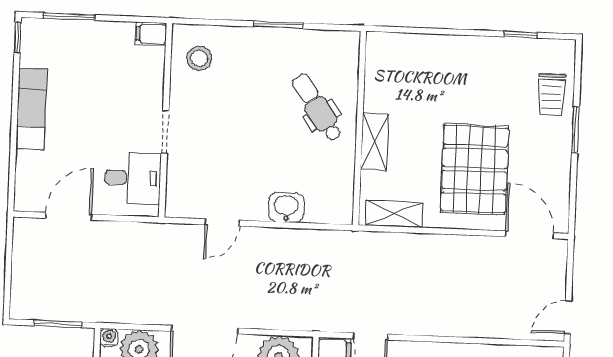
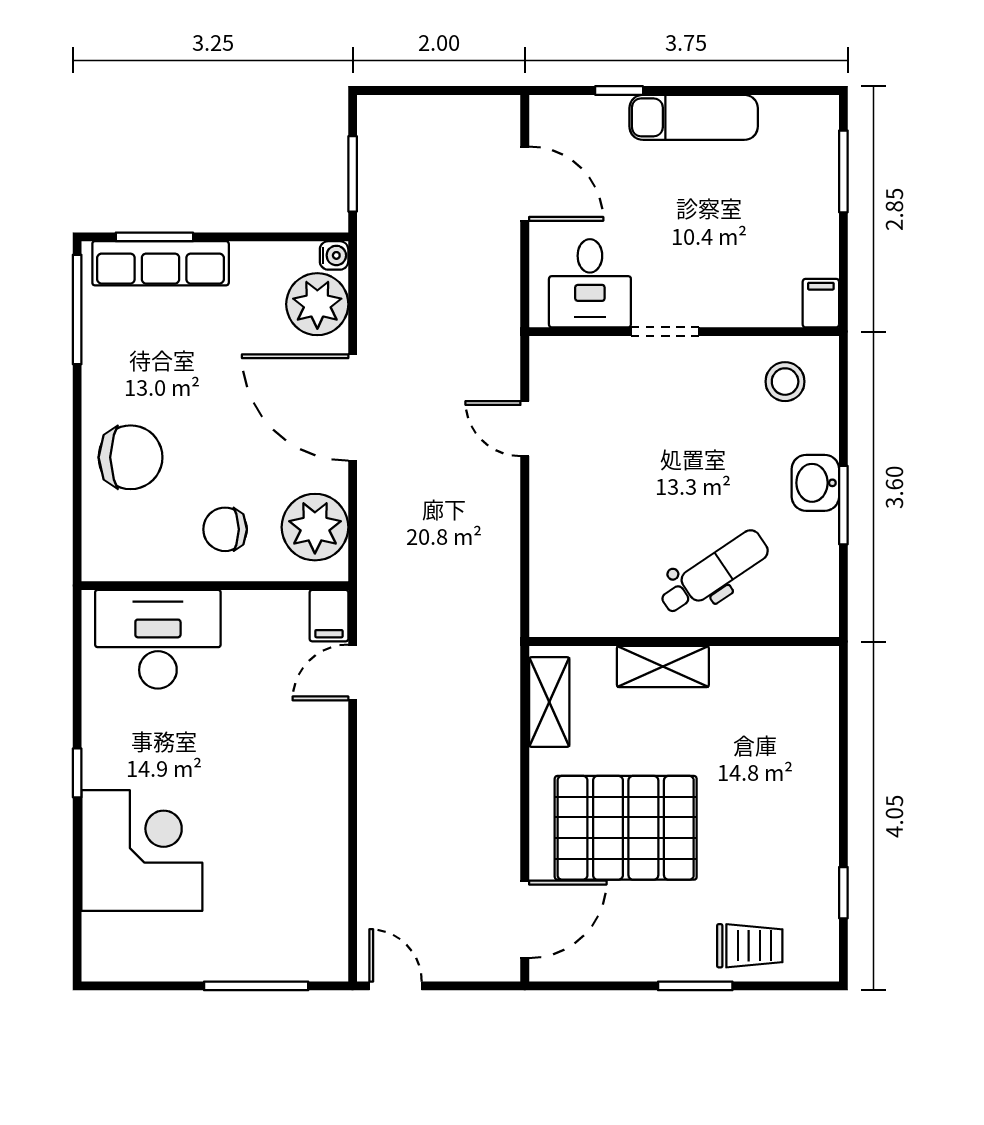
window: (18, 38) -> (619, 91), moved
trolley: (552, 95) -> (750, 946), turned 180
washbasin: (286, 207) -> (815, 483), moved, turned 180

